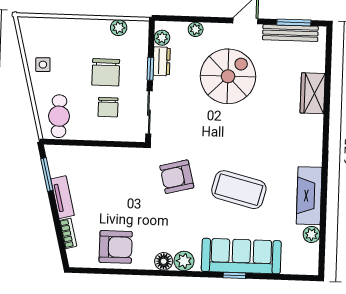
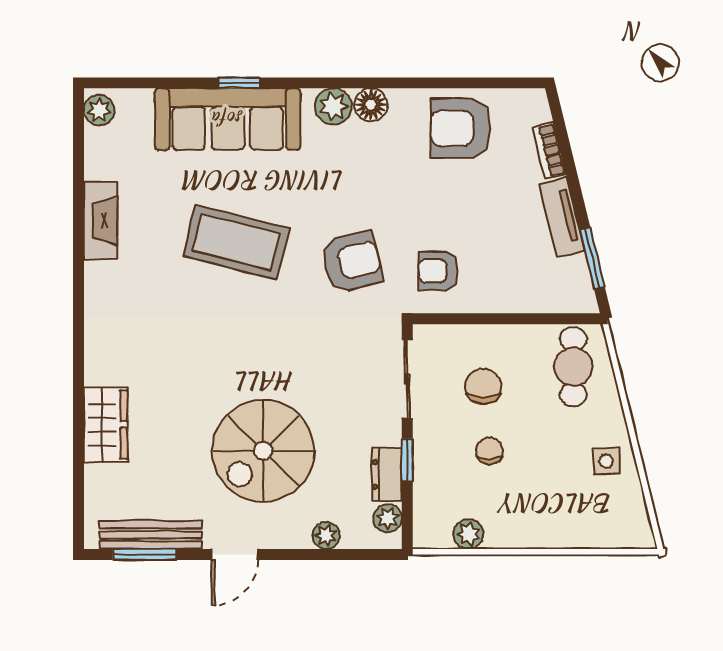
chair: (106, 72) -> (490, 451), width x0.54, depth x0.54
armchair: (130, 170) -> (438, 271), added
fireplace: (309, 196) -> (101, 221), width x0.73, depth x0.76
plant: (311, 234) -> (99, 110), moved

